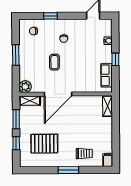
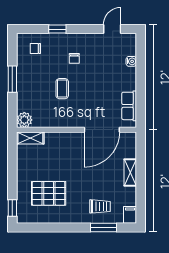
window: (115, 59) -> (141, 85), removed
door: (58, 94) -> (102, 130), moved
shelving: (108, 106) -> (130, 173), moved
window: (16, 119) -> (12, 162), removed
window: (16, 143) -> (12, 208), moved
window: (68, 170) -> (104, 228), moved

